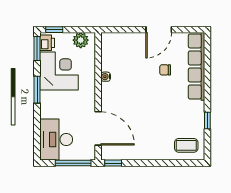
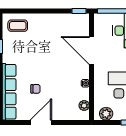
plant: (107, 50) -> (84, 105), added
door: (98, 128) -> (92, 51), moved

